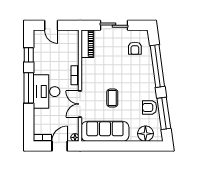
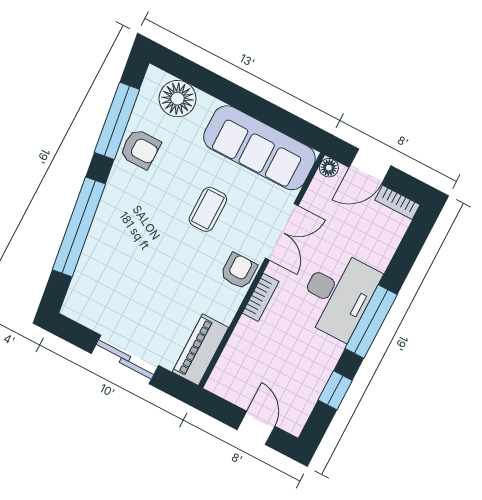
armchair: (135, 48) -> (239, 271), moved

